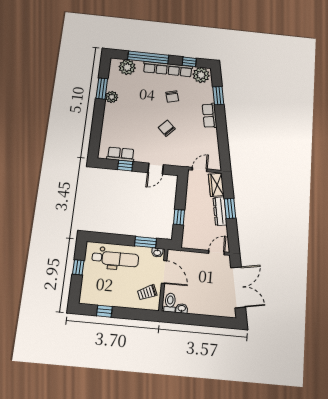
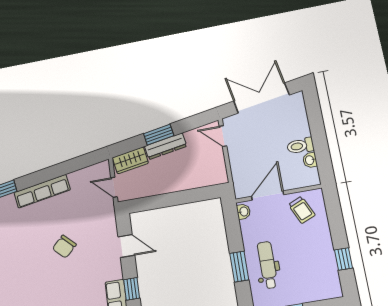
chair: (172, 97) -> (16, 252), removed
row of seats: (210, 116) -> (42, 191), width x1.48
window: (179, 217) -> (187, 196), removed
window: (146, 242) -> (239, 267), moved
dental chair: (115, 259) -> (267, 265), width x0.73, depth x0.72
toilet: (170, 303) -> (300, 146), moved

